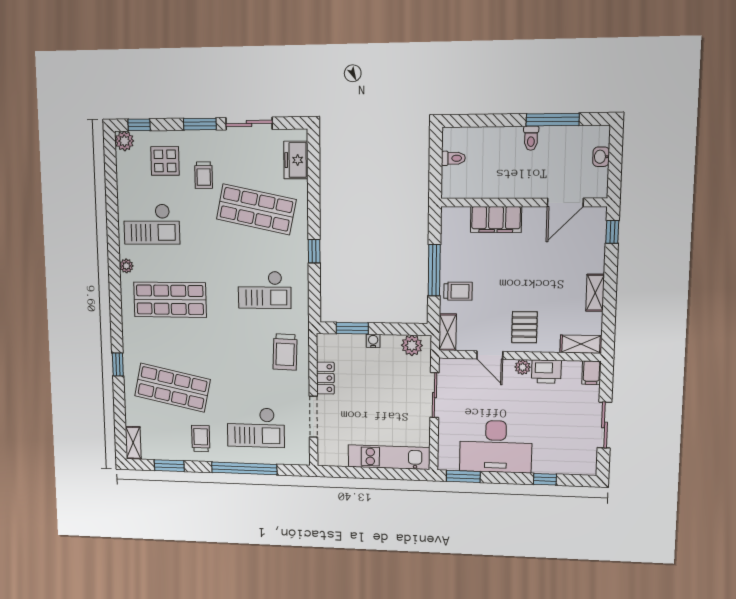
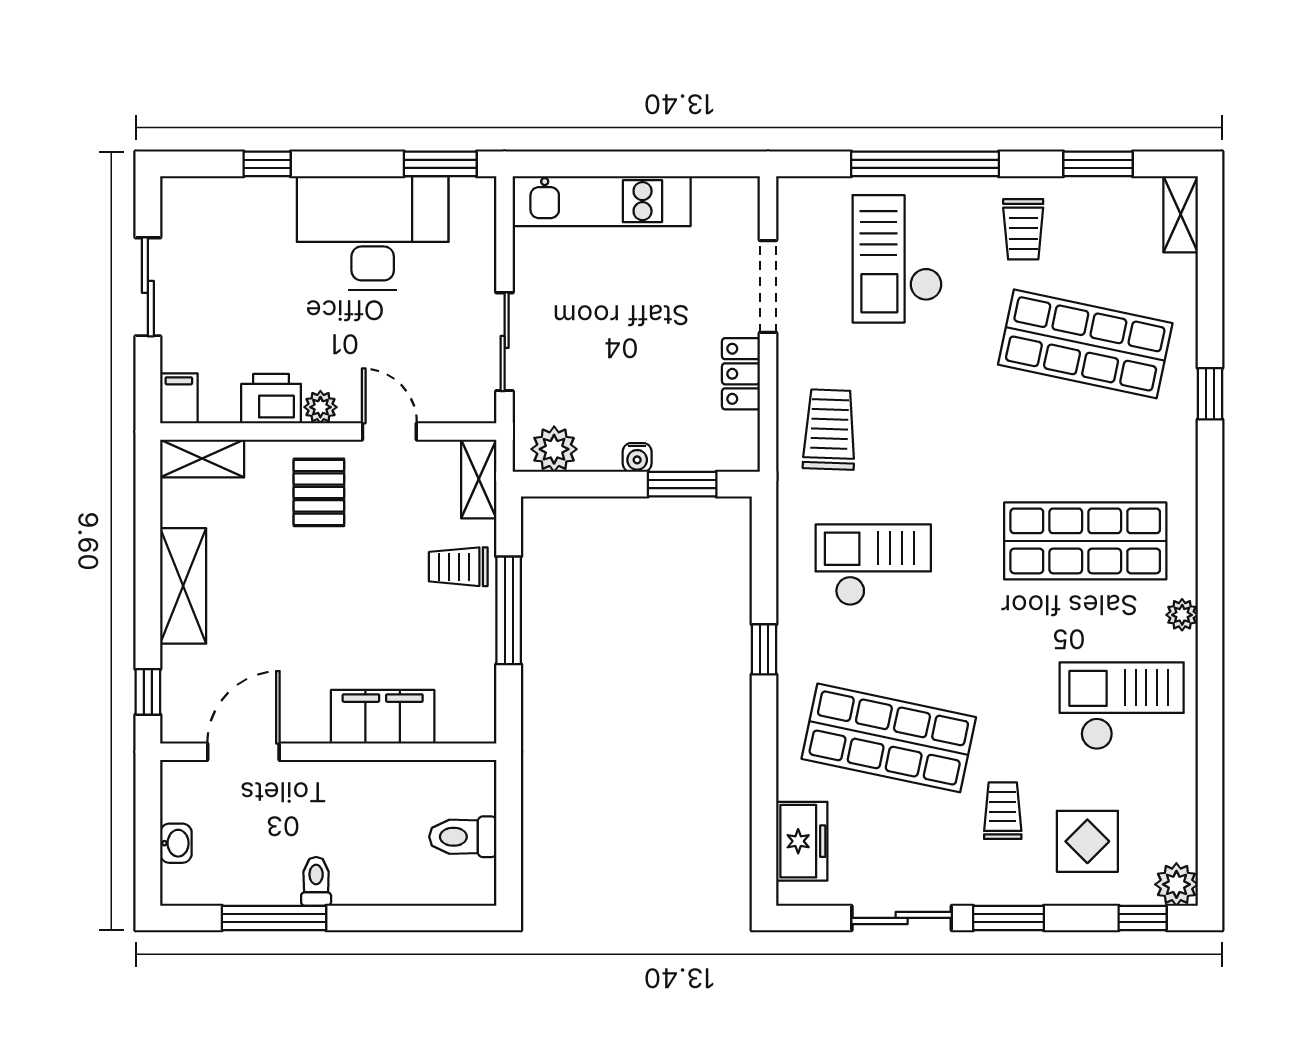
toilet: (453, 158) -> (463, 837), width x1.37, depth x1.39
shelving: (595, 293) -> (183, 586), width x1.50, depth x1.33
checkout: (256, 427) -> (897, 259), turned -90

